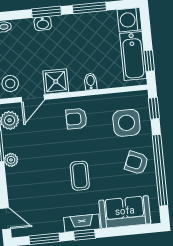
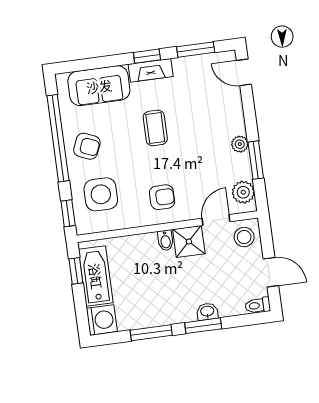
bidet: (91, 82) -> (165, 240), moved

